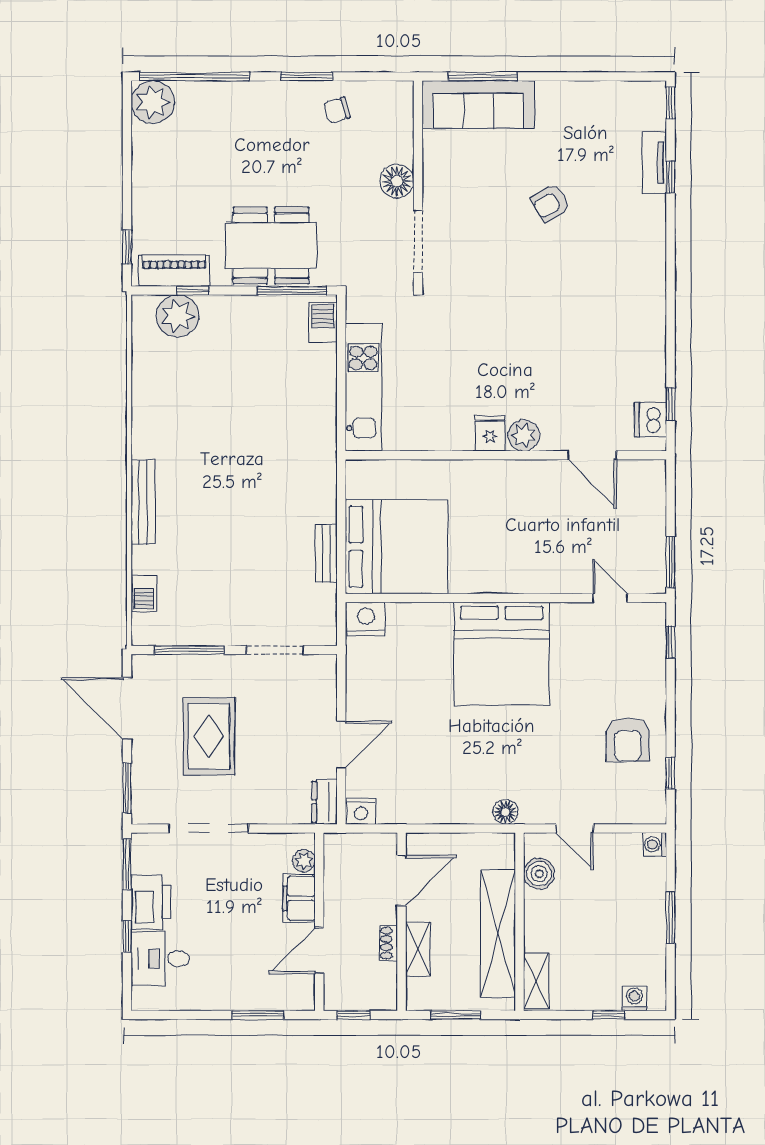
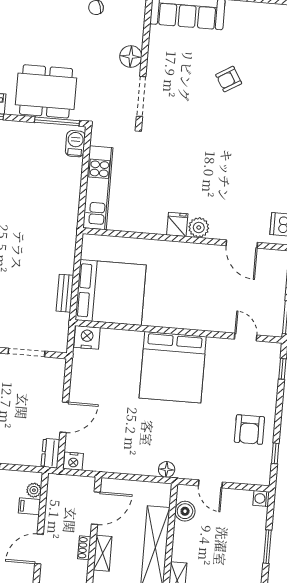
filing cabinet: (299, 898) -> (29, 506), width x0.50

